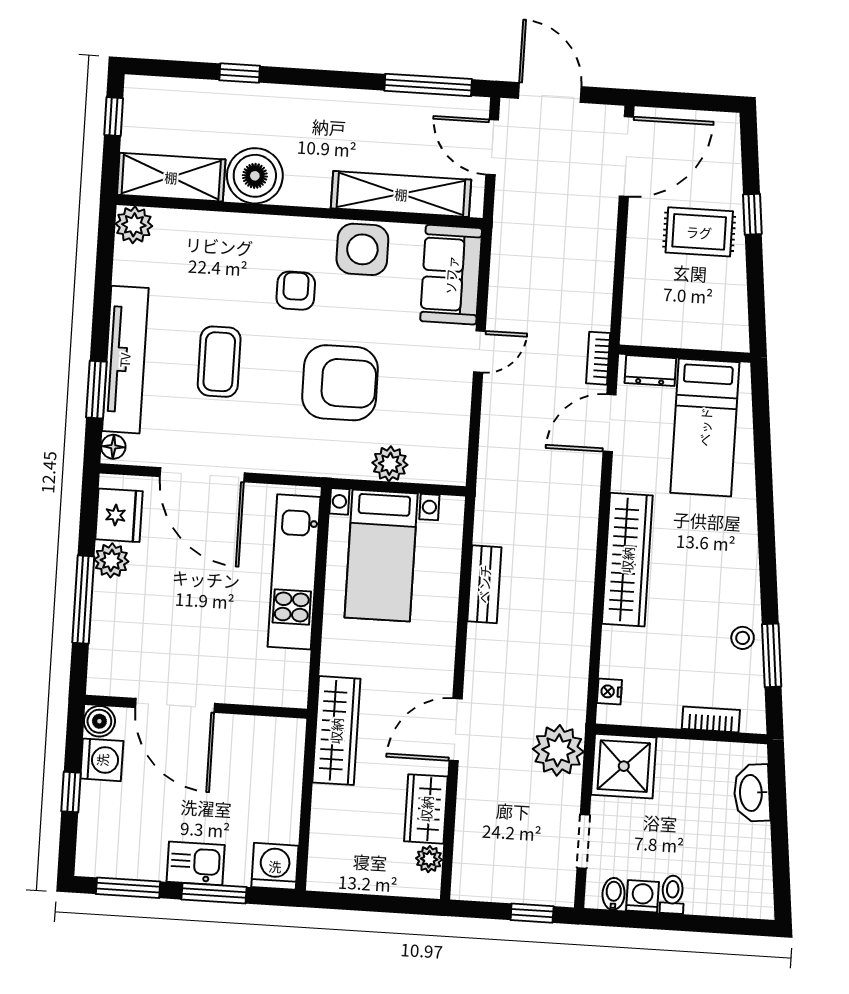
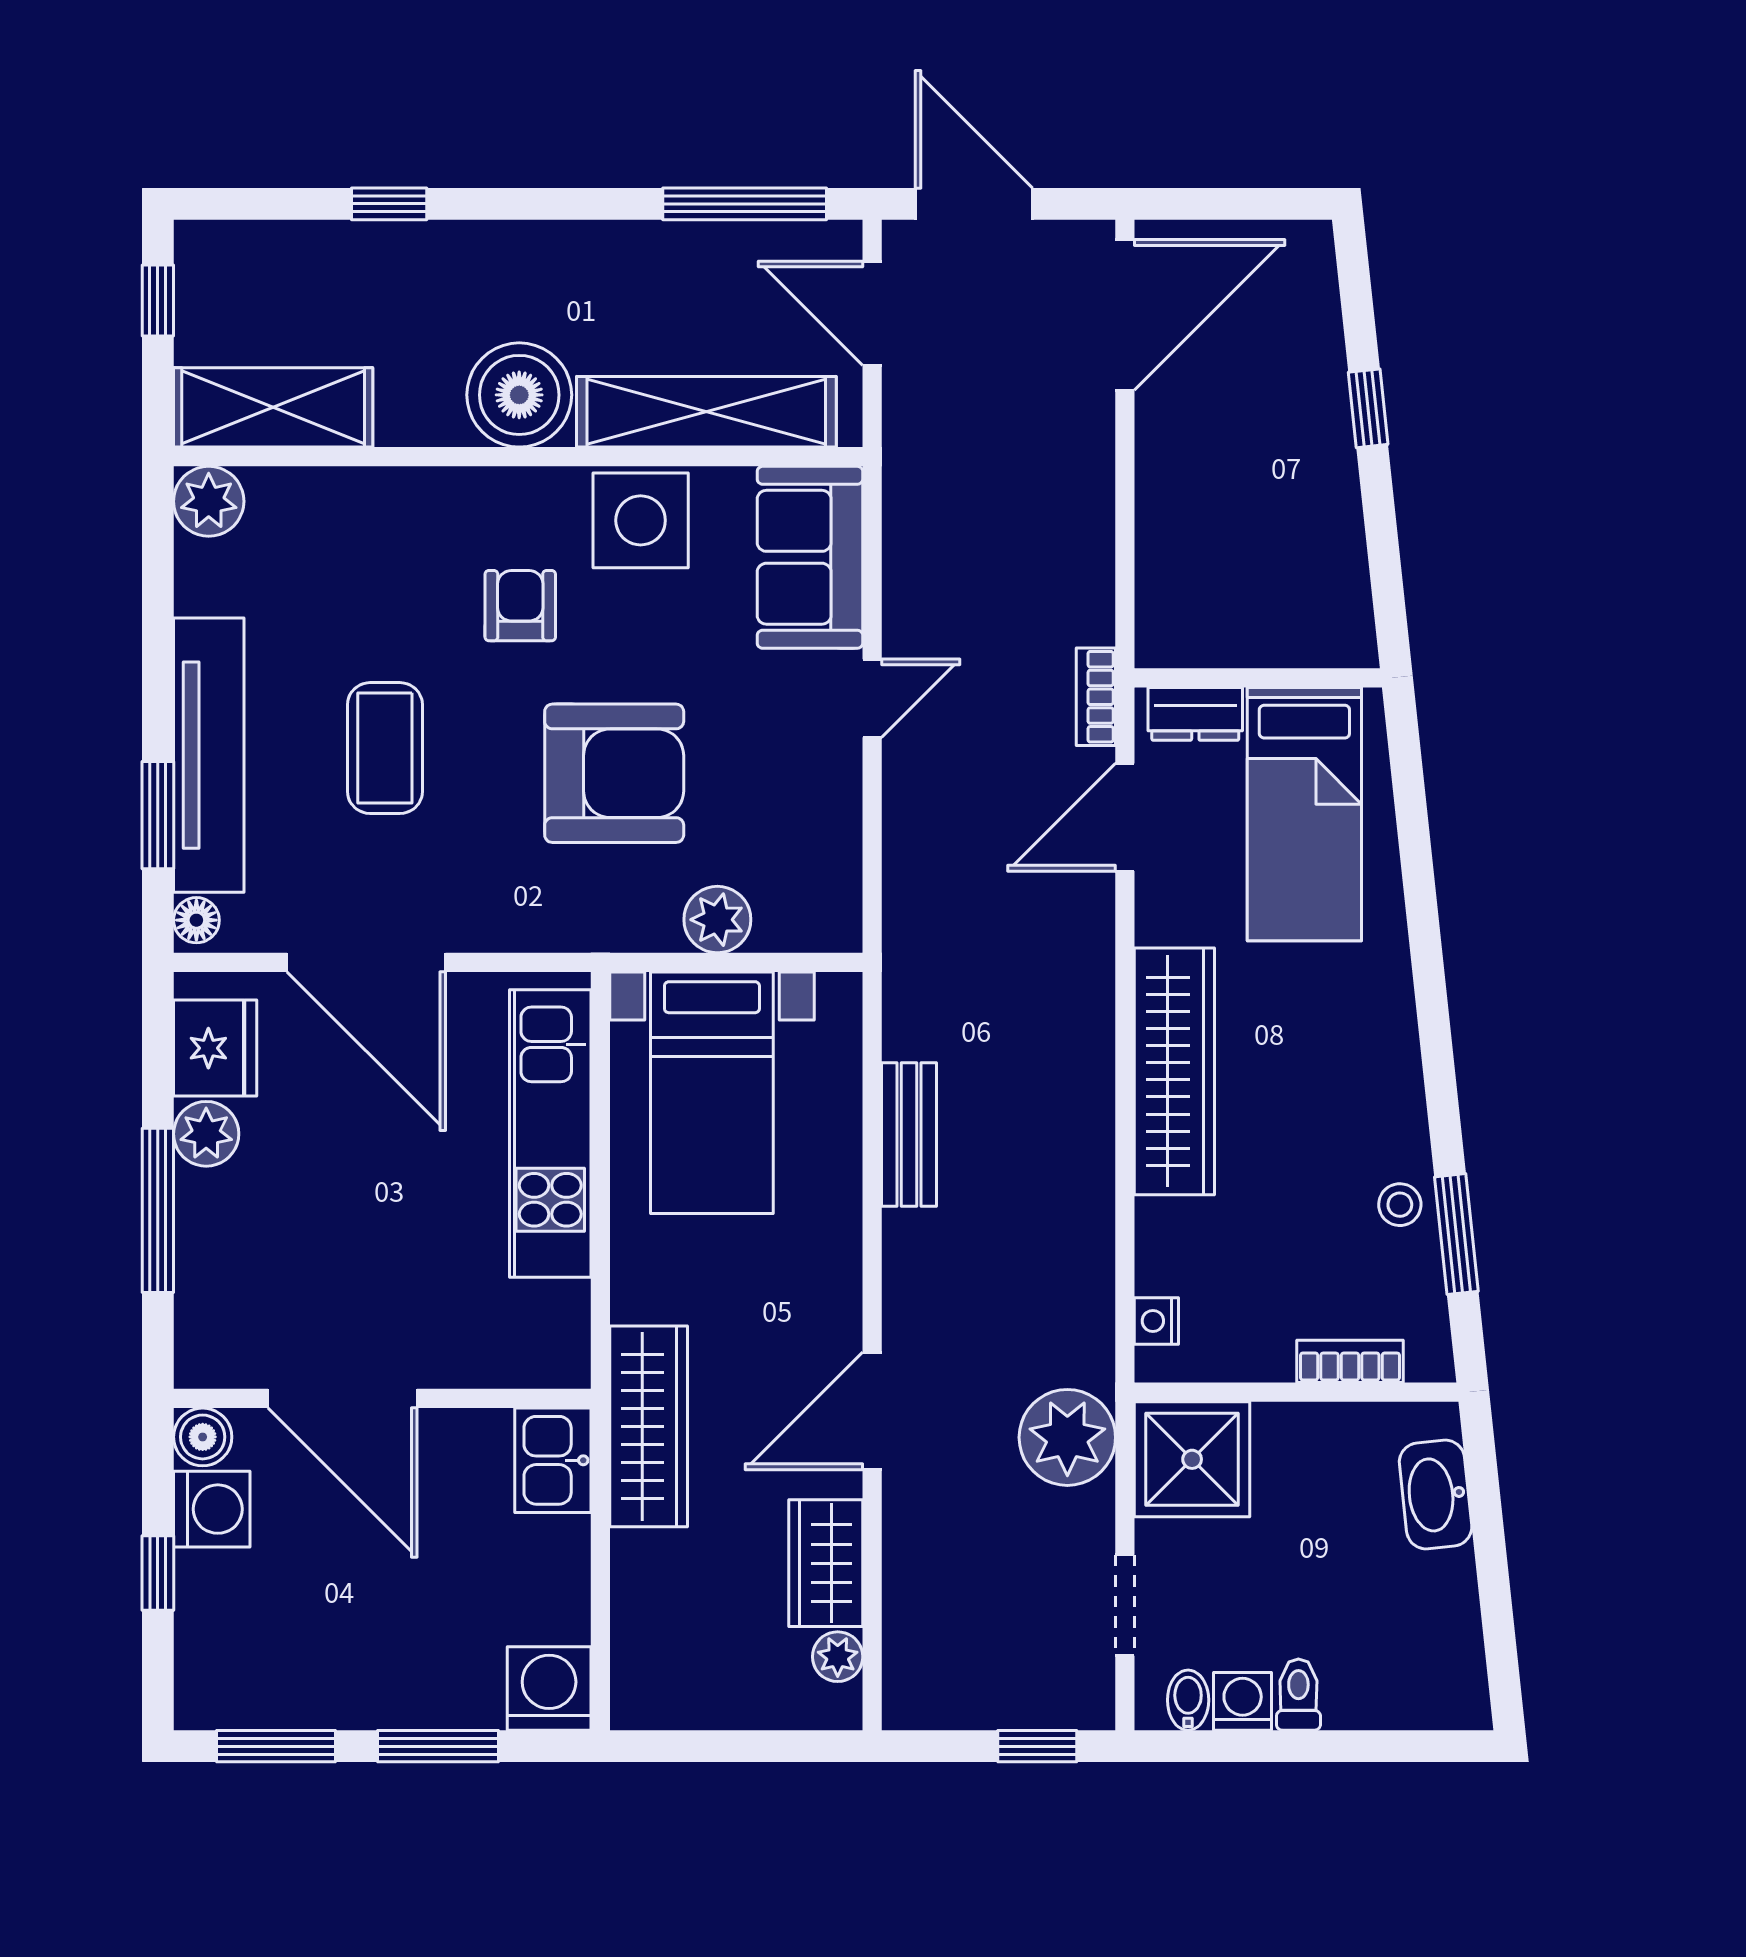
boiler: (255, 176) -> (519, 395), moved
rug: (699, 232) -> (1270, 448), removed
kitchen sink: (196, 863) -> (553, 1460), moved, turned -90

